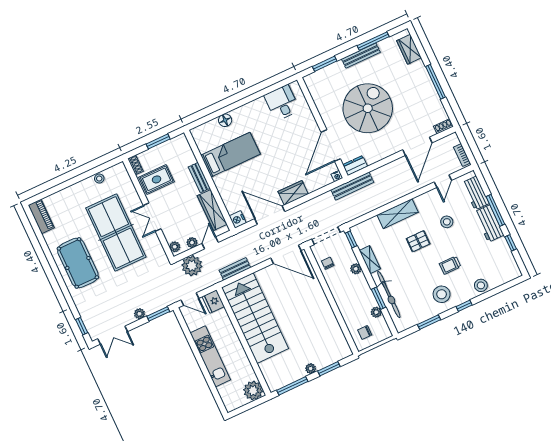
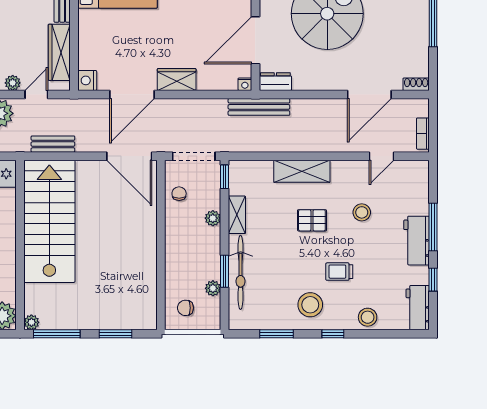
workbench: (476, 193) -> (418, 308), moved
door: (270, 215) -> (132, 94), swing flipped
plant: (311, 369) -> (31, 322), moved

